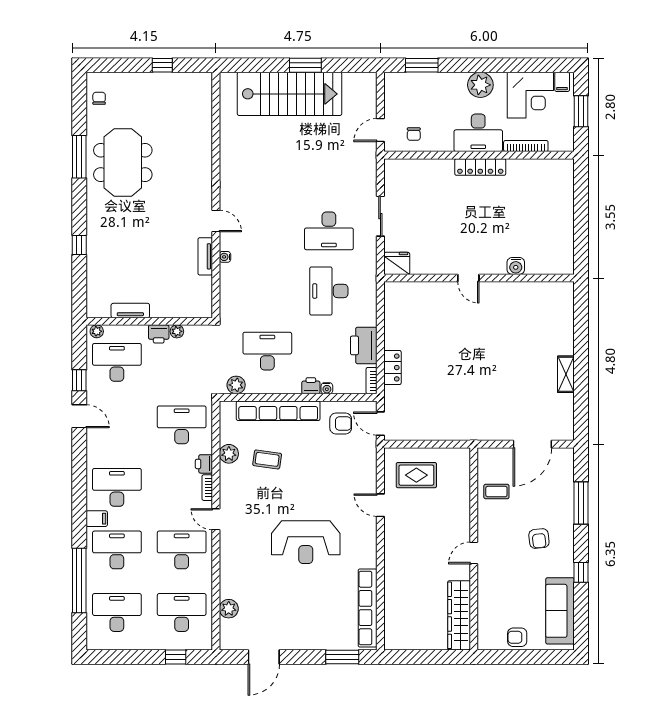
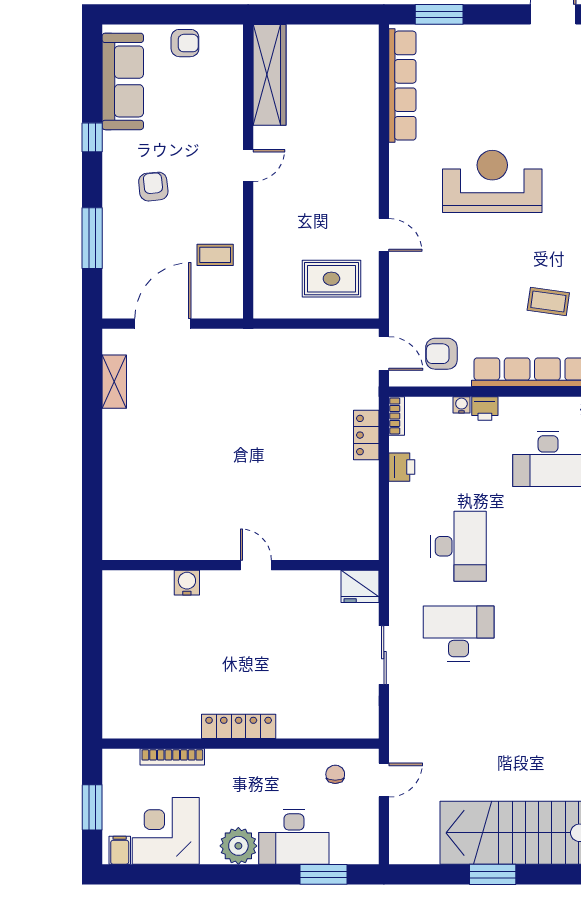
desk: (478, 133) -> (294, 837), moved, turned 180
printer: (364, 345) -> (402, 467), width x0.53, depth x0.68
shelving: (566, 374) -> (114, 382), moved

